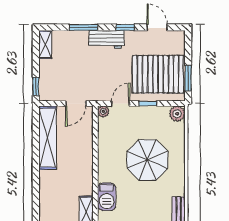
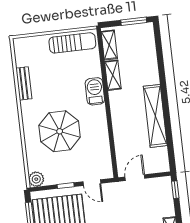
door: (121, 103) -> (92, 183), hinge flipped
plant: (103, 111) -> (108, 173), removed
shelving: (47, 138) -> (155, 116), moved

